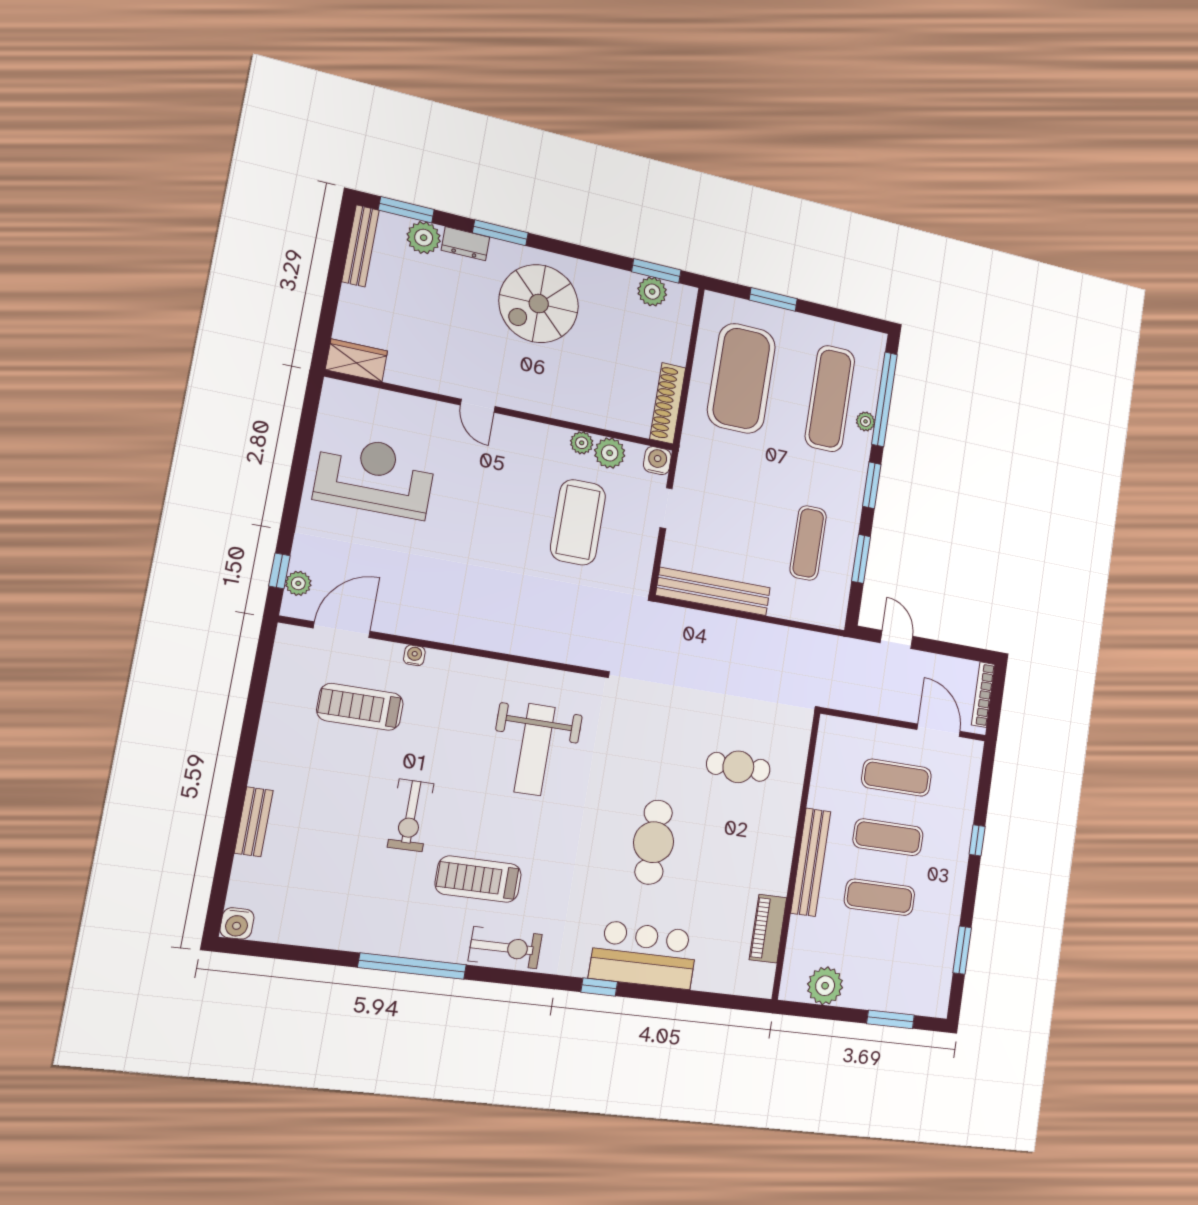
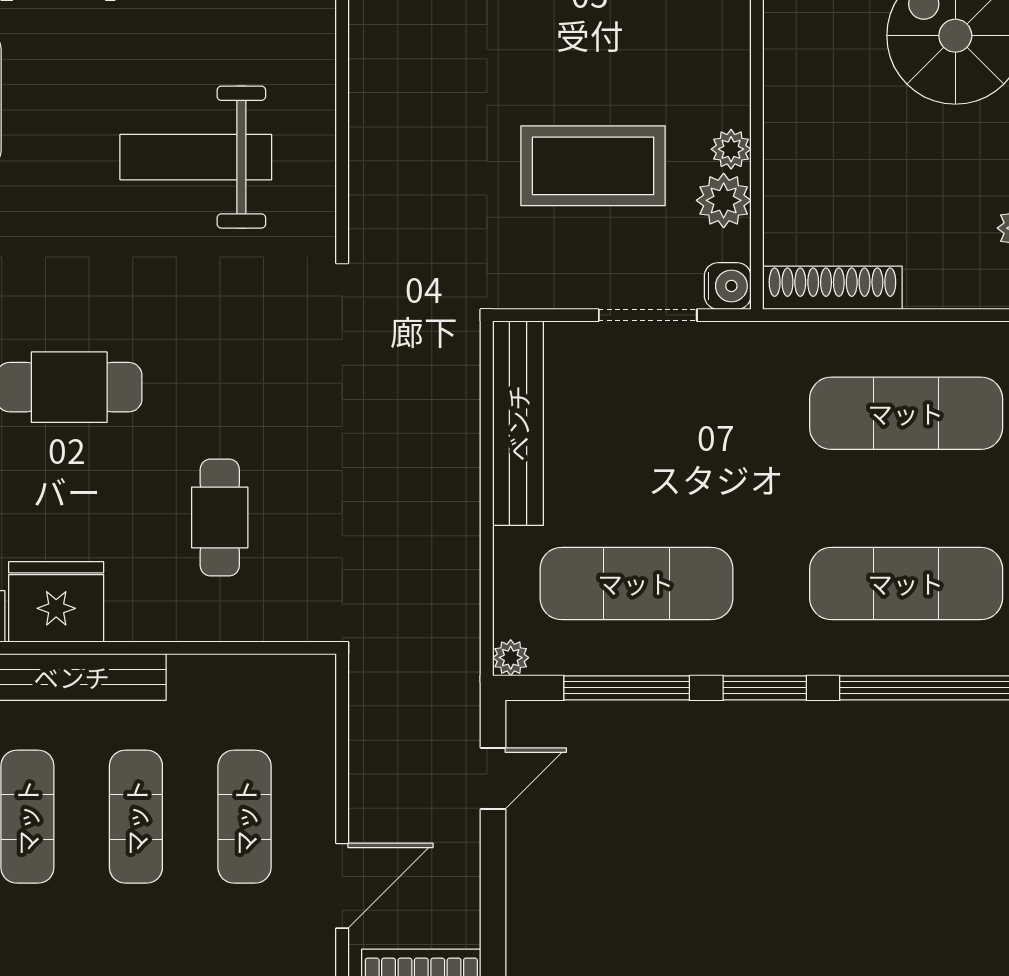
exercise mat: (741, 378) -> (906, 413), width x0.68
plant: (865, 421) -> (511, 658), moved
doorway: (666, 508) -> (648, 315), width x1.38
exercise mat: (808, 543) -> (636, 583), width x1.36, depth x1.45
window: (861, 559) -> (627, 688), width x1.44
fridge: (770, 866) -> (56, 602), added

